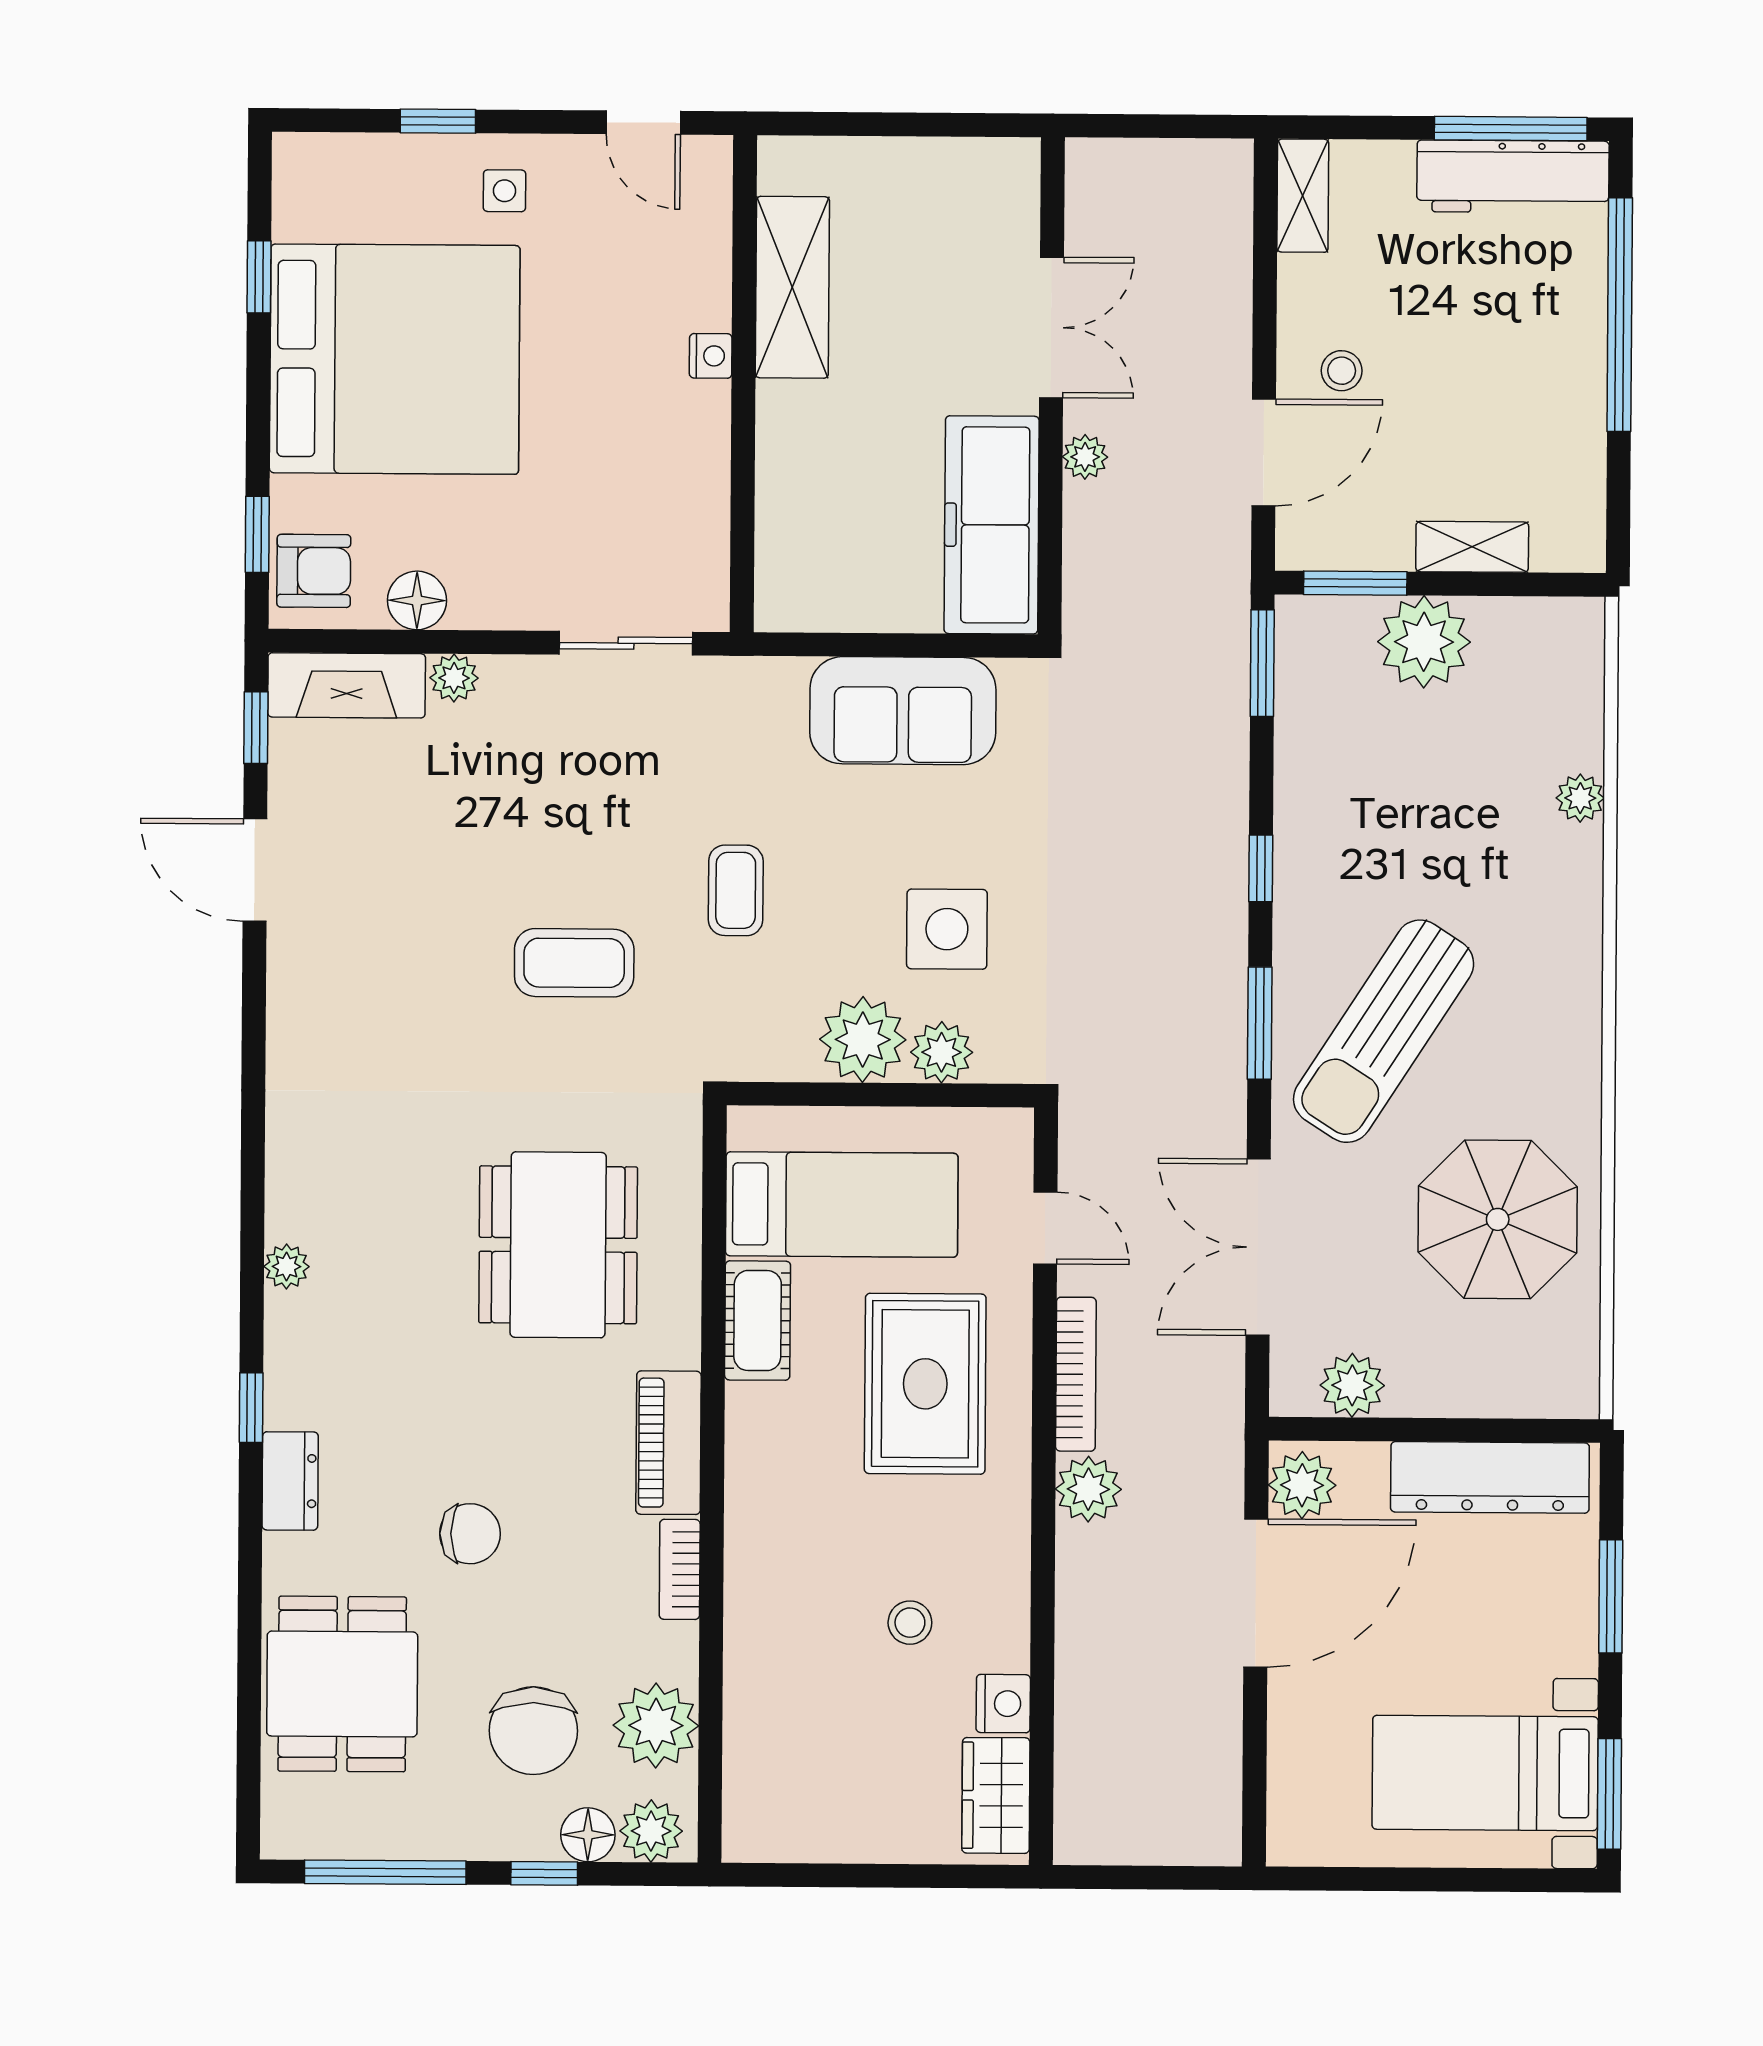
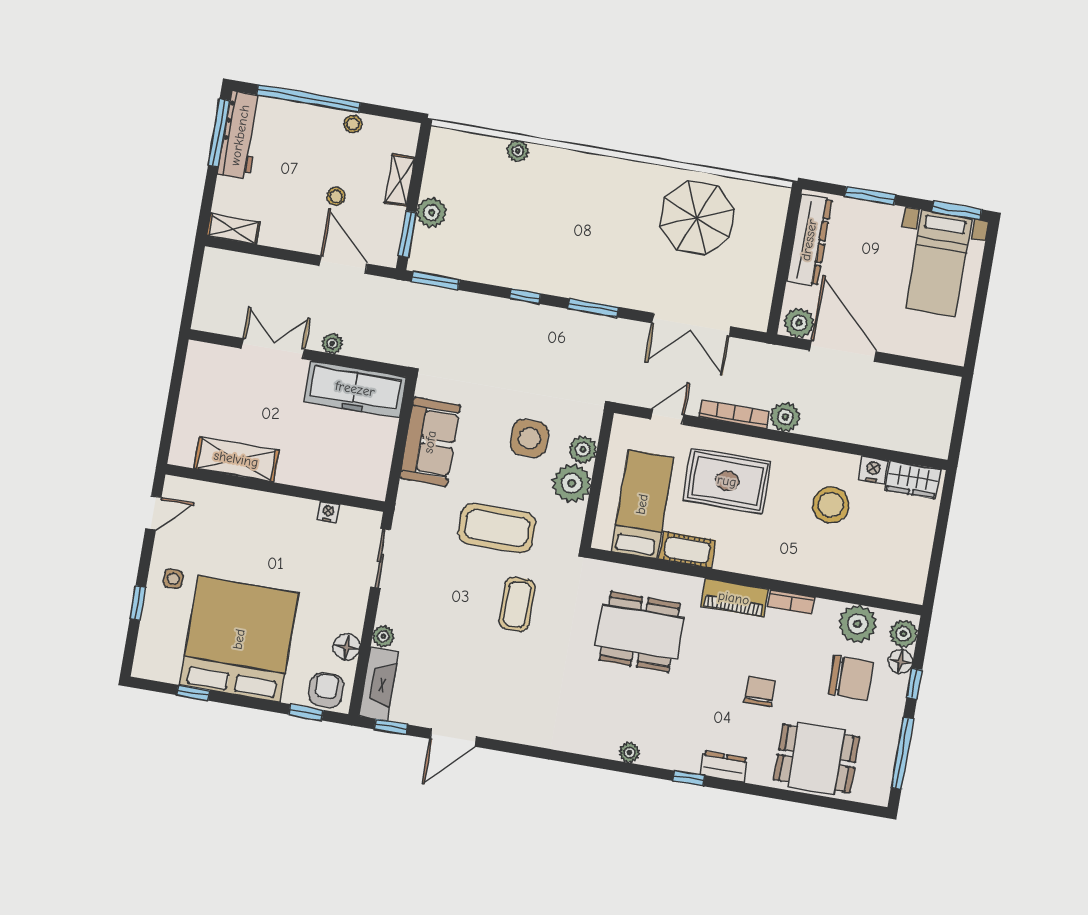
nightstand: (711, 356) -> (328, 512), moved
stool: (1342, 371) -> (336, 196), moved
stool: (1580, 422) -> (353, 124), added
plant: (1424, 642) -> (432, 213), width x0.73, depth x0.73
coffee table: (736, 890) -> (497, 528), width x1.86, depth x1.72
sun lounger: (1384, 1031) -> (606, 254), removed
plant: (1352, 1385) -> (759, 294), removed
stool: (910, 1623) -> (831, 505), width x1.89, depth x1.89

